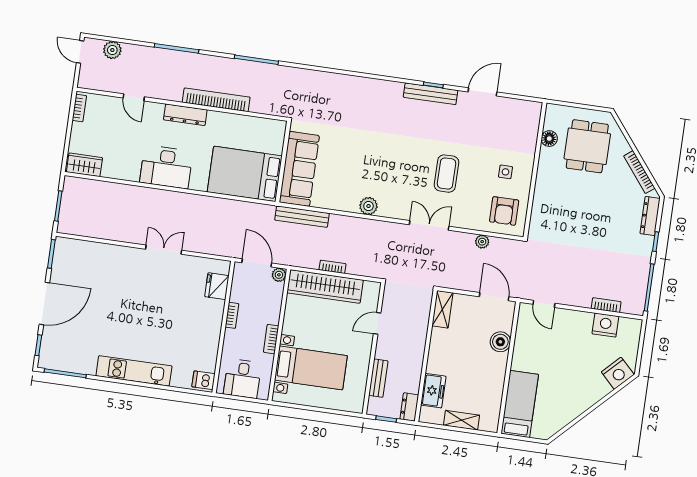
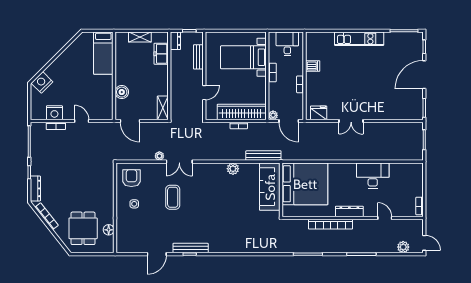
wardrobe: (84, 165) -> (411, 169), removed
desk: (166, 167) -> (373, 175), moved
bed: (245, 174) -> (305, 184), width x1.36
plant: (368, 206) -> (233, 169), moved
plant: (482, 242) -> (159, 156), moved
fridge: (217, 286) -> (319, 113), moved, turned -90
door: (544, 304) -> (82, 121), moved
dishwasher: (203, 380) -> (313, 66), moved

